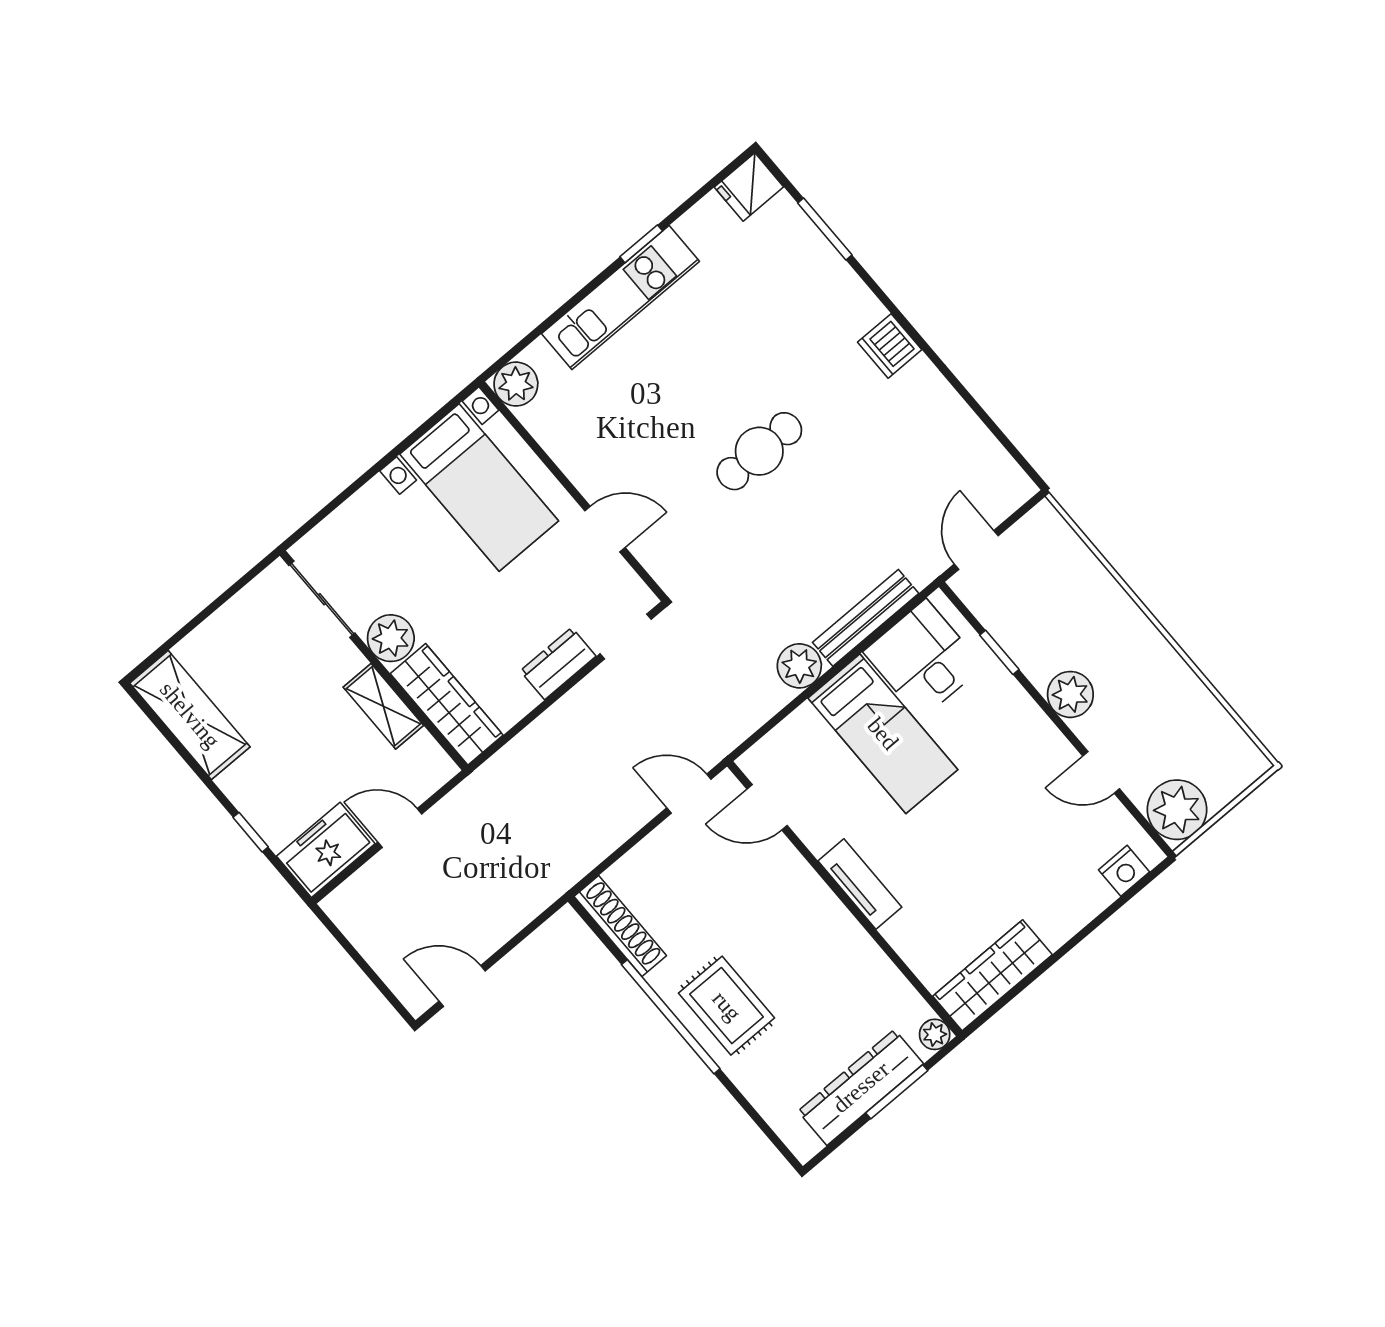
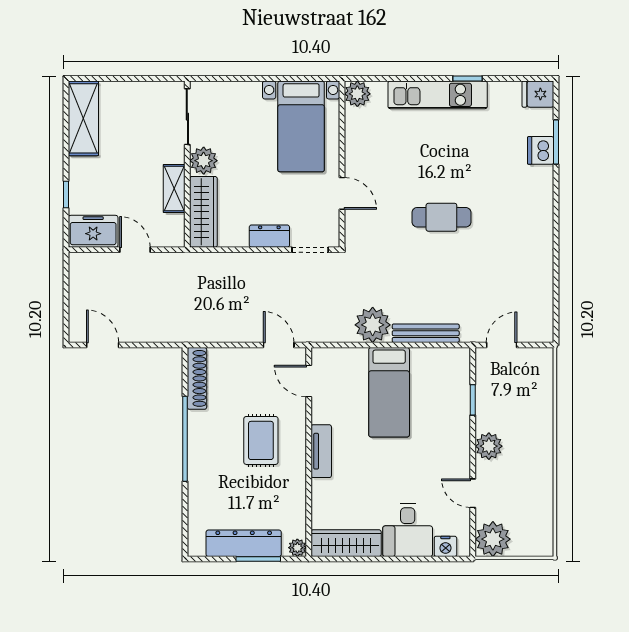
dishwasher: (890, 346) -> (541, 150), moved
desk: (923, 659) -> (408, 530), moved, turned 180
plant: (799, 666) -> (373, 325), width x1.36, depth x1.36
rug: (727, 1006) -> (261, 440), moved

